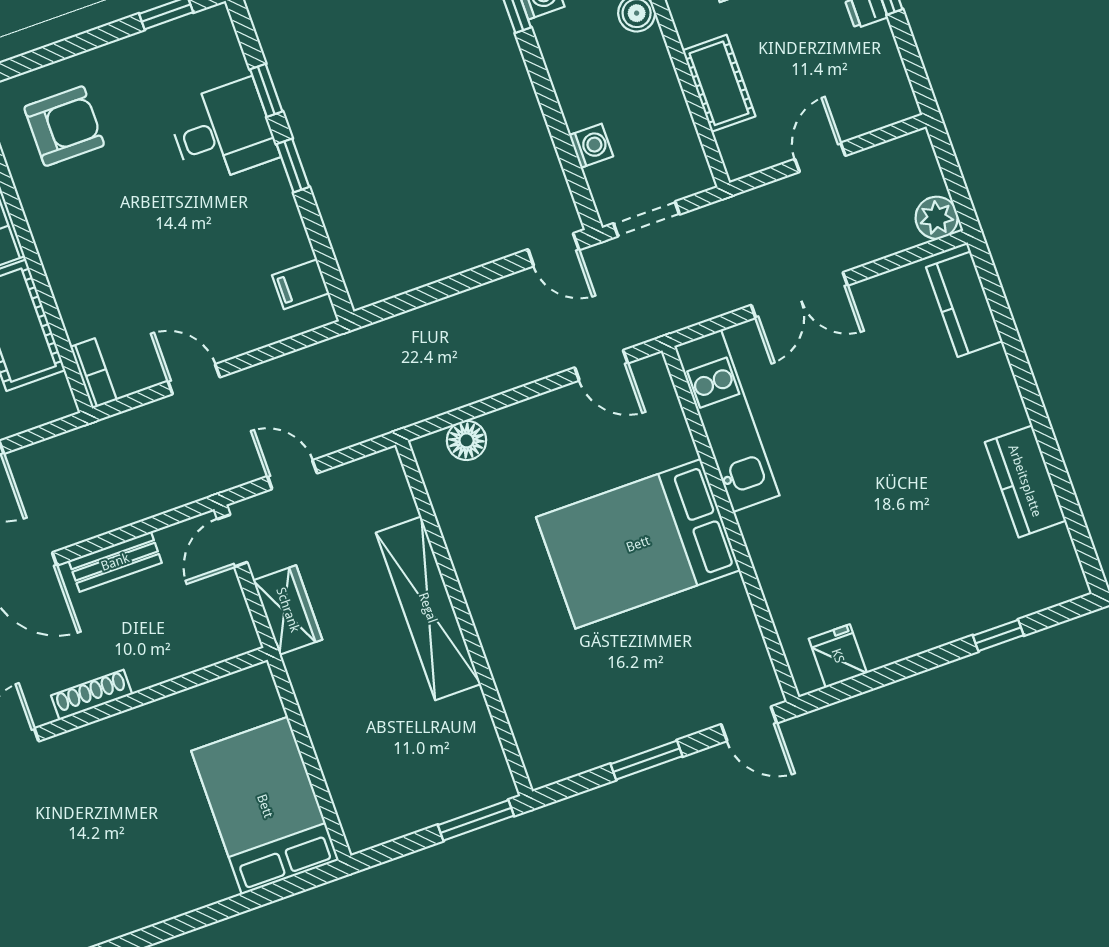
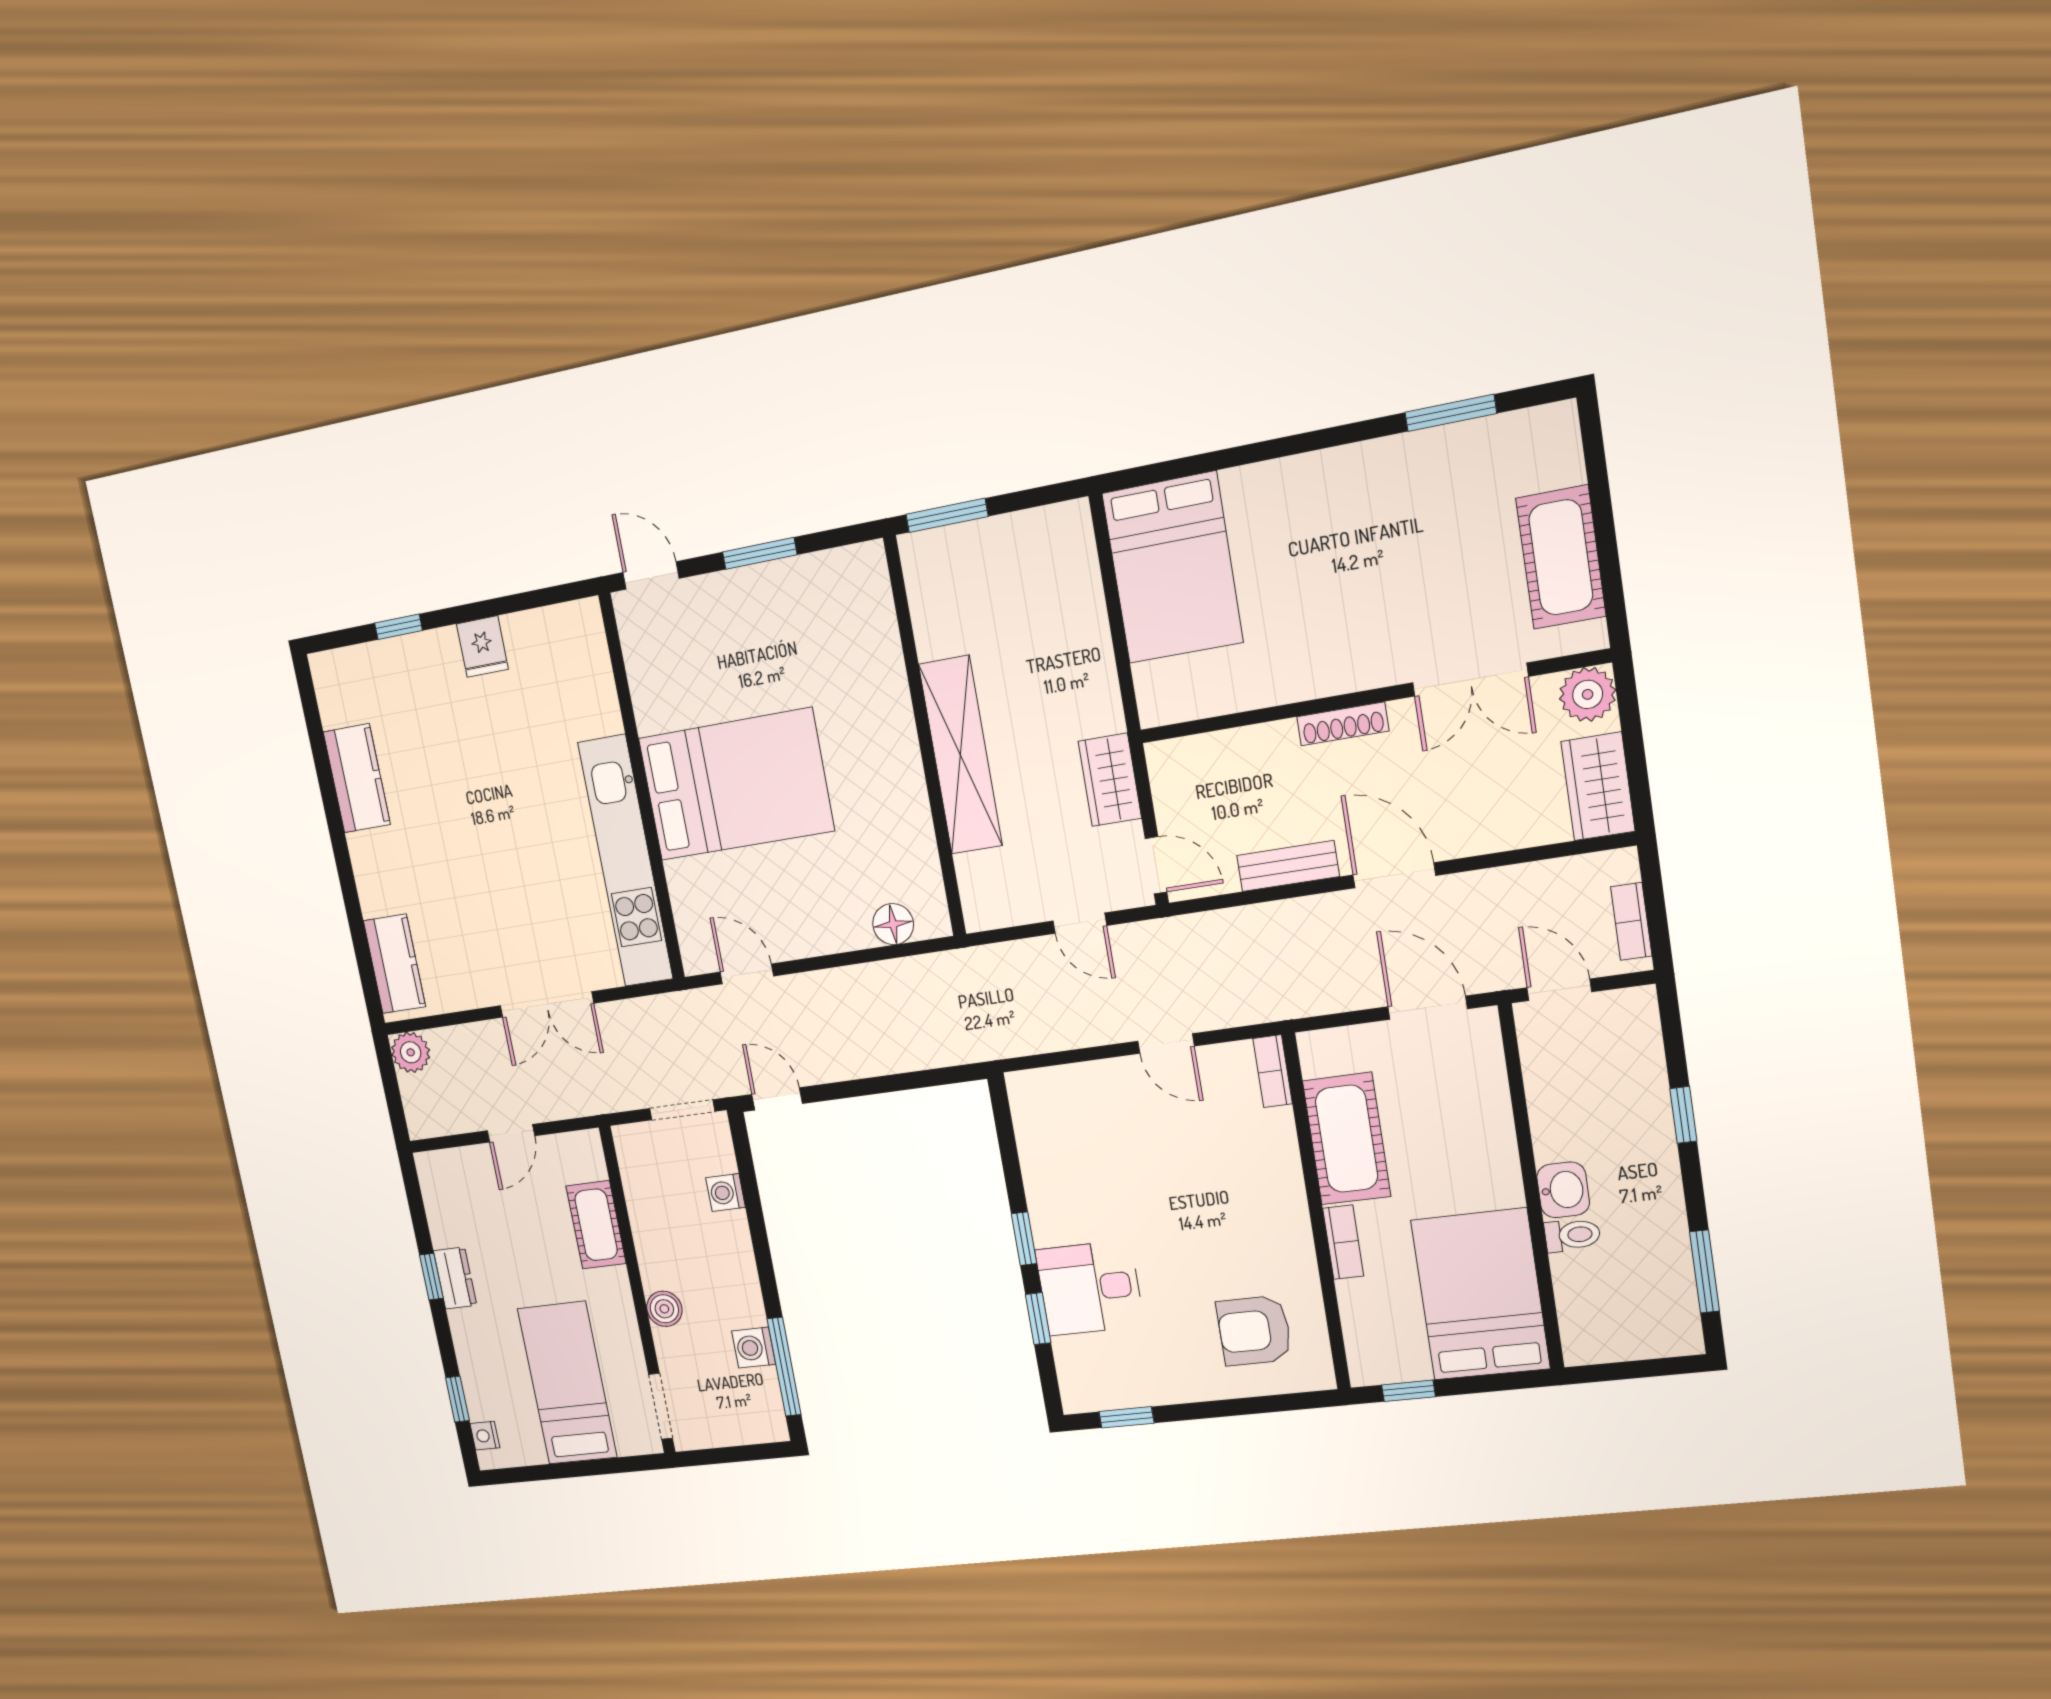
filing cabinet: (301, 284) -> (1037, 1118), removed
double door: (799, 295) -> (547, 1004), swing flipped
kitchen unit: (727, 421) -> (626, 861), width x1.36
door: (232, 541) -> (1156, 865), hinge flipped
fridge: (838, 656) -> (482, 647), moved

